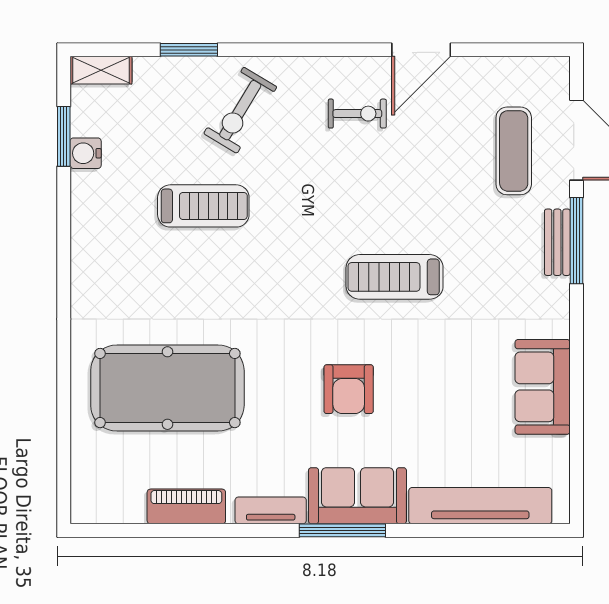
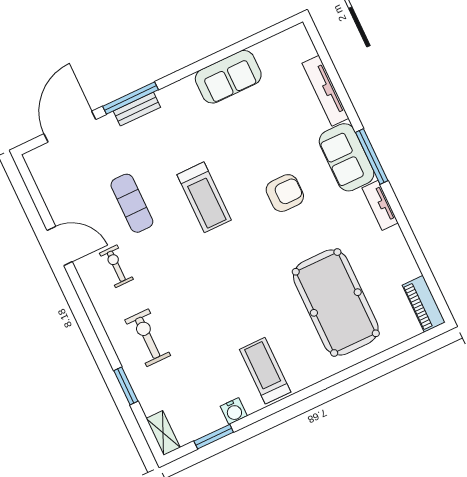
exercise bike: (240, 110) -> (148, 338), turned -121
exercise mat: (514, 151) -> (132, 203), moved, turned 90
water cooler: (86, 153) -> (234, 411), moved
treadmill: (203, 206) -> (265, 371), moved
piano: (186, 506) -> (424, 304), moved
tv unit: (480, 506) -> (325, 91), width x0.73, depth x0.78

